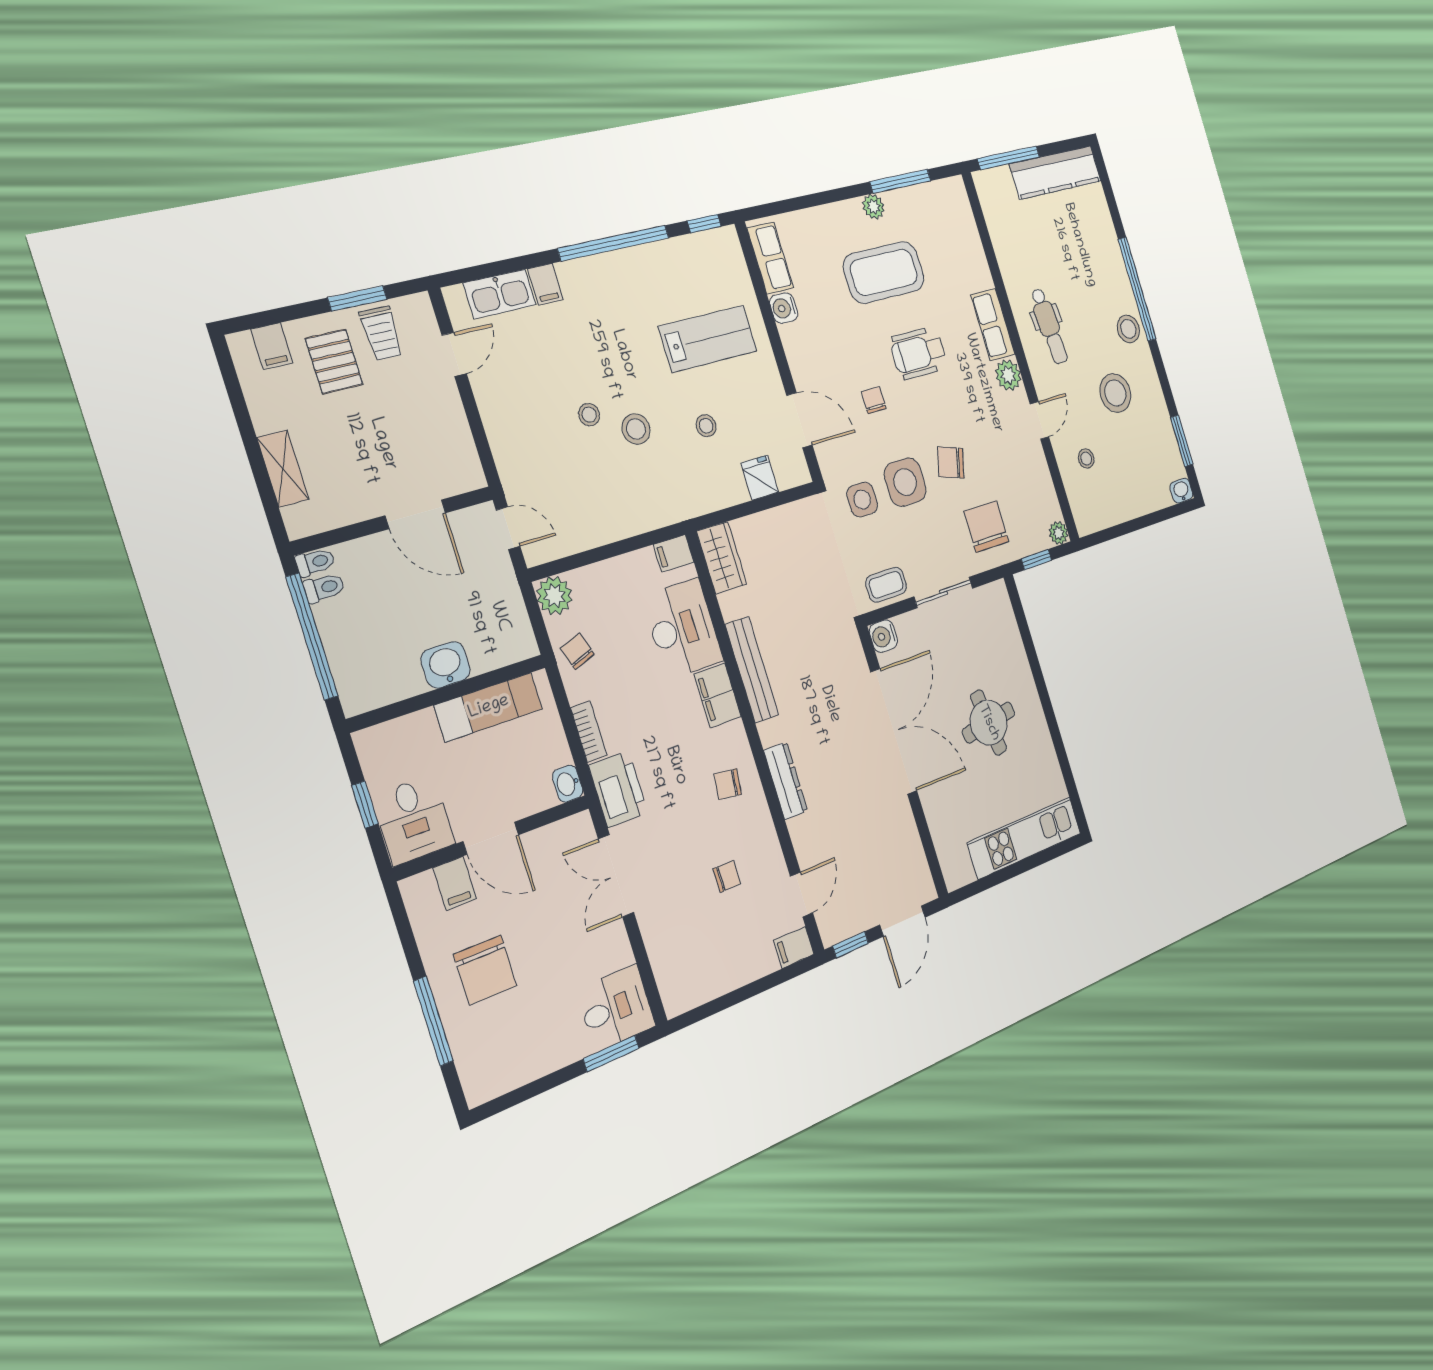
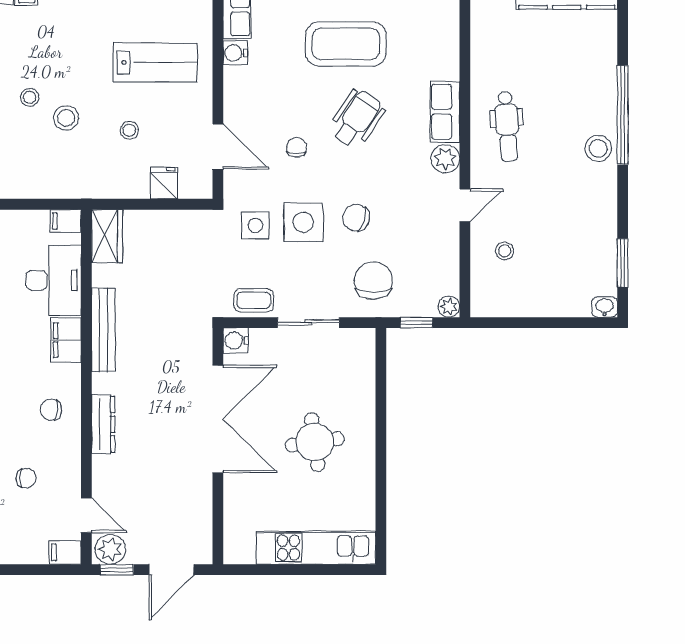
wheelchair: (919, 353) -> (357, 119), turned 124
stool: (1115, 393) -> (561, 202), removed
door: (802, 894) -> (86, 515), hinge flipped
plant: (837, 924) -> (110, 549), added

